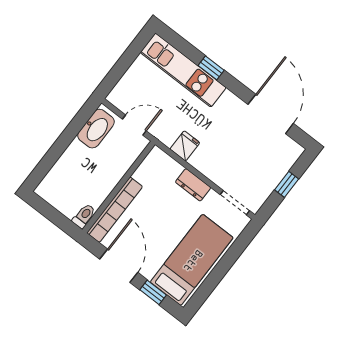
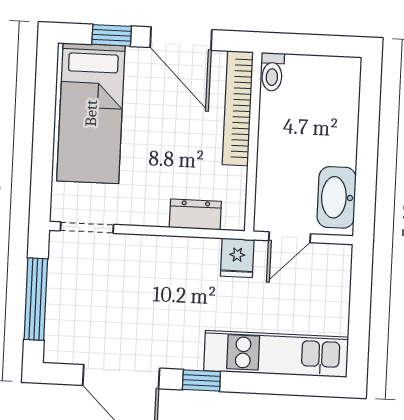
window: (211, 68) -> (201, 381), moved
fridge: (185, 146) -> (237, 258), moved
window: (287, 184) -> (36, 299), width x2.17
dresser: (193, 185) -> (195, 214), moved

